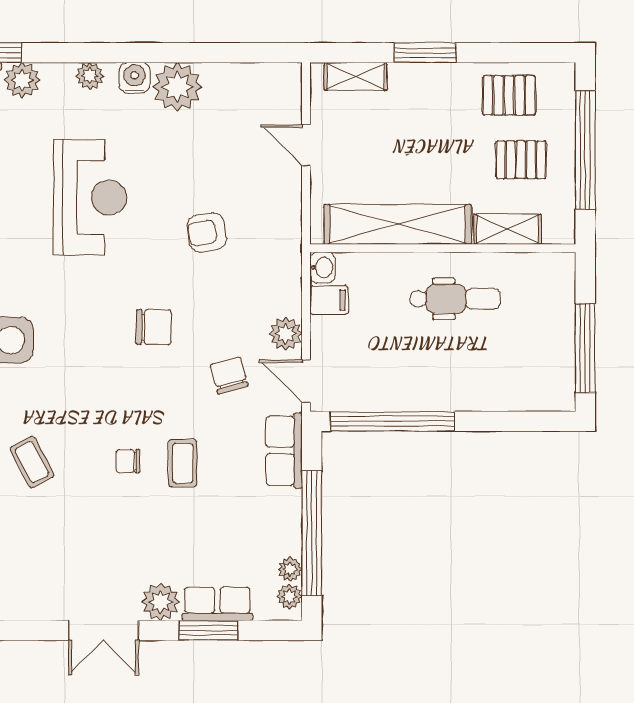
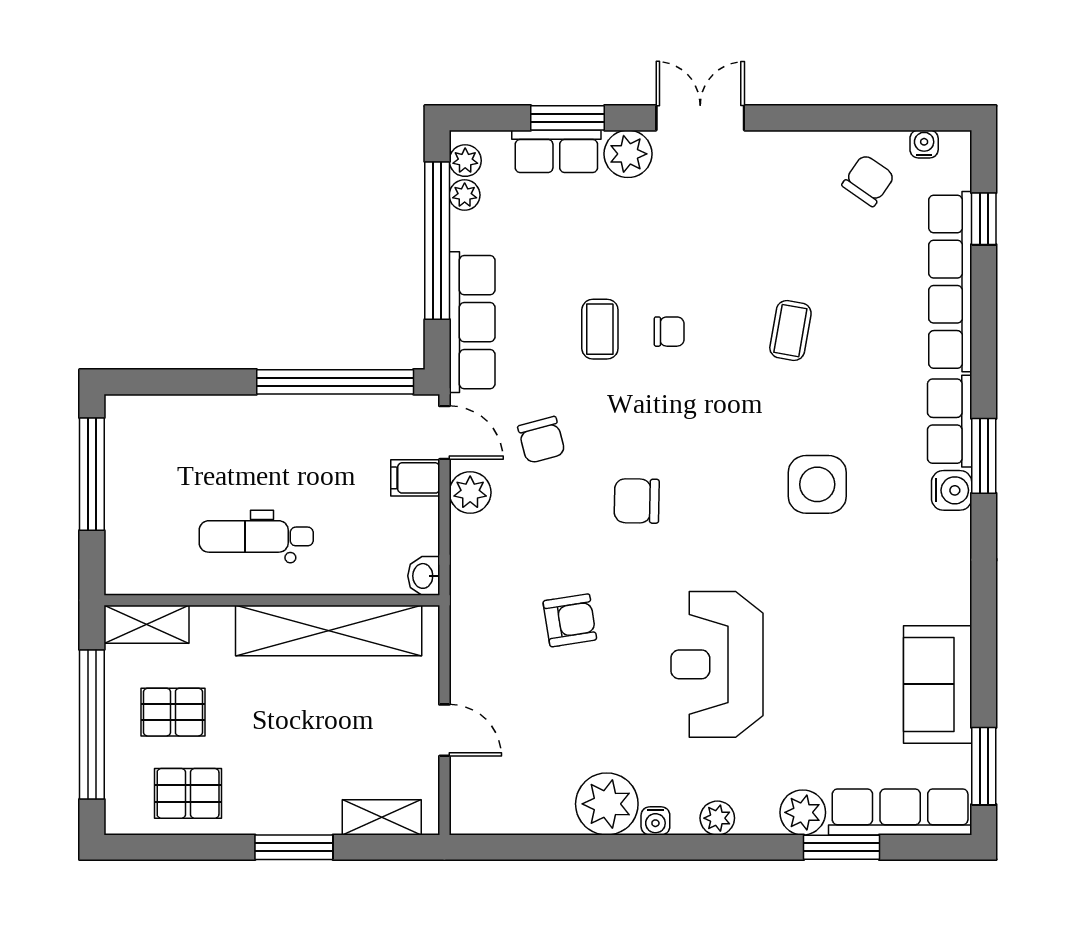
water cooler: (135, 78) -> (655, 821), width x0.72, depth x0.72
shelving: (507, 229) -> (146, 624), moved
filing cabinet: (329, 300) -> (415, 478), moved
row of seats: (284, 451) -> (472, 322), width x1.48
coffee table: (32, 462) -> (790, 331), turned 38

